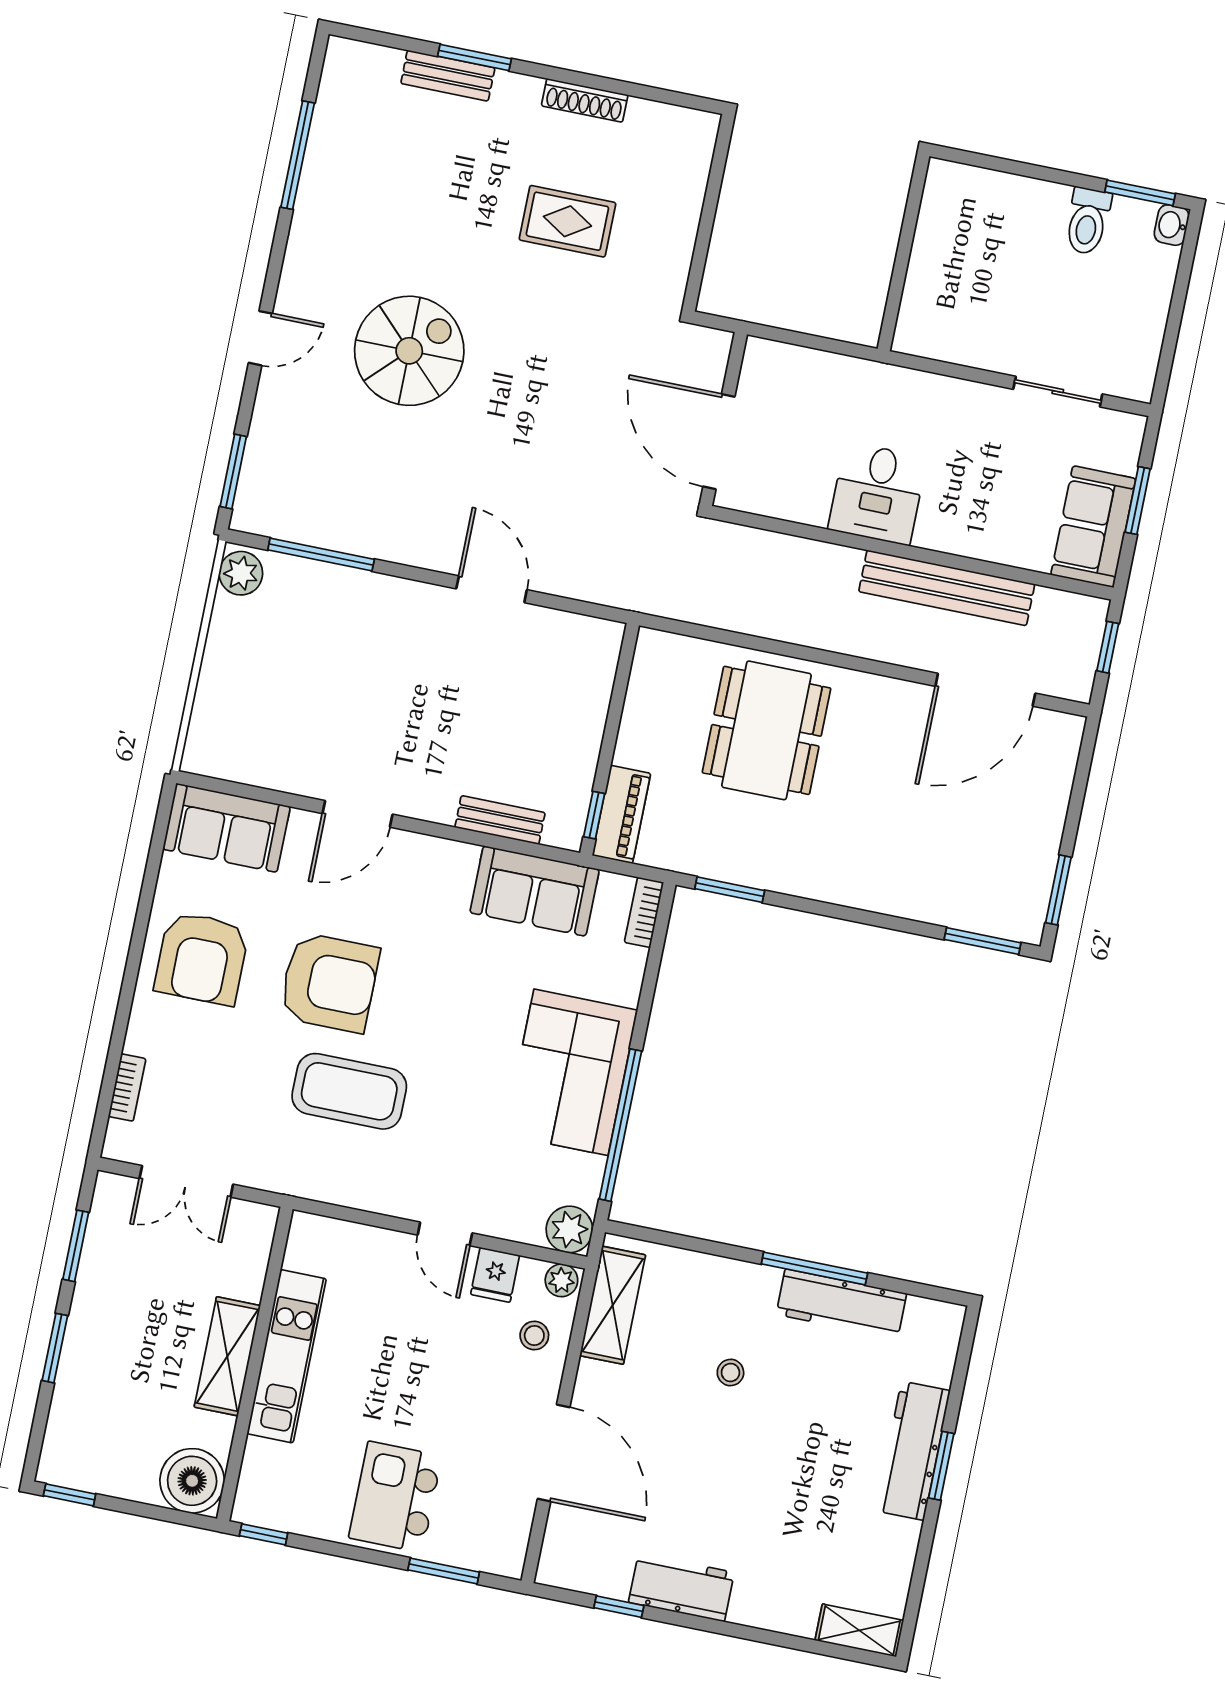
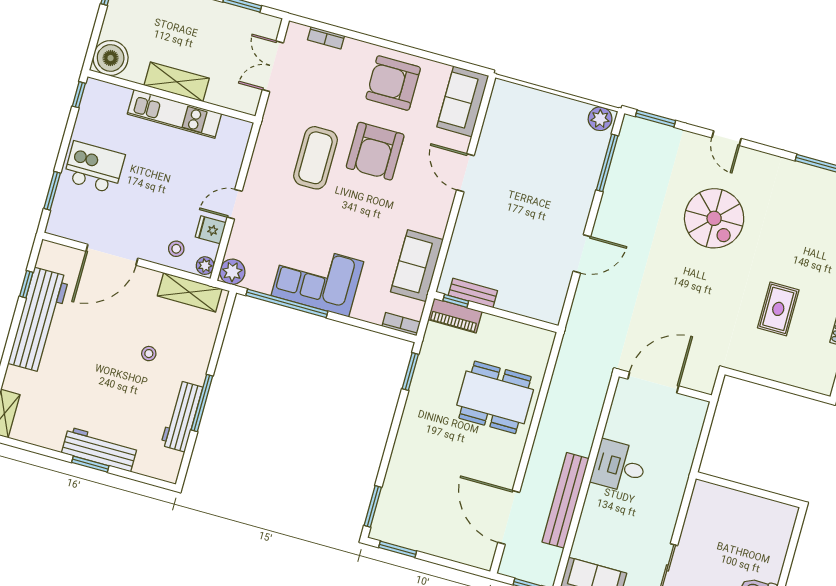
bench: (500, 820) -> (473, 293), moved, turned 90
workbench: (681, 1587) -> (39, 320), width x1.88, depth x1.32

